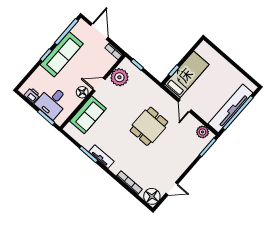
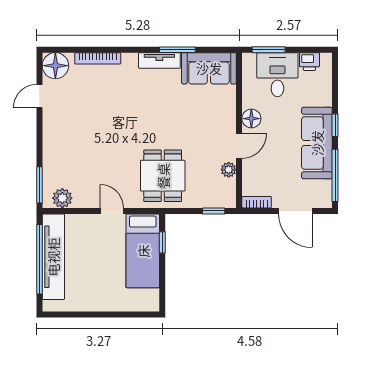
plant: (119, 77) -> (229, 170), width x0.53, depth x0.53
sofa: (88, 115) -> (209, 68), moved, turned -90
dining table: (149, 126) -> (163, 176), moved

